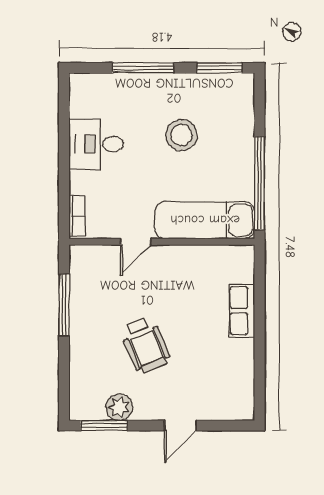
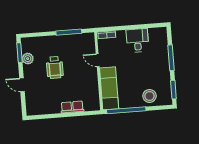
stool: (181, 135) -> (149, 96), moved
wheelchair: (145, 345) -> (55, 68), turned -67

